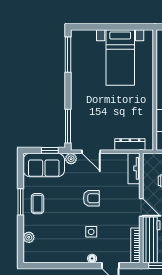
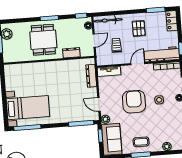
bed with nightstands: (120, 57) -> (28, 108), moved
door: (91, 152) -> (99, 105), swing flipped
armchair: (91, 198) -> (134, 102), width x1.88, depth x1.88

